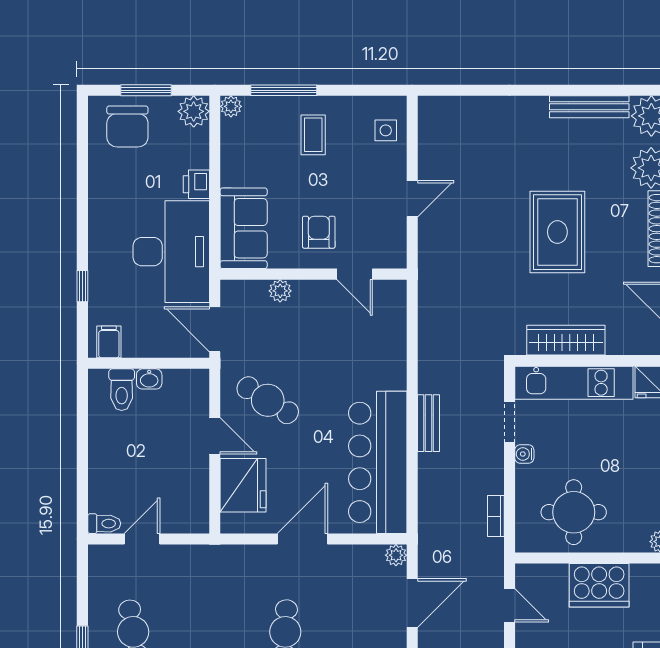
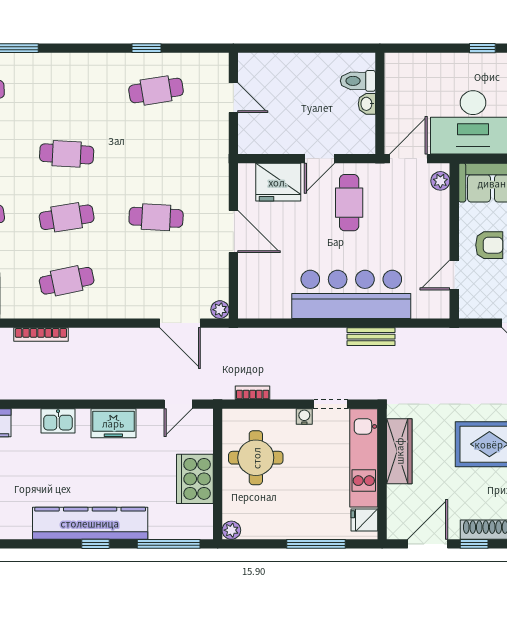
window: (82, 286) -> (482, 48), moved
plant: (280, 291) -> (440, 181), moved
filing cabinet: (109, 342) -> (398, 70), removed
cafe table: (268, 400) -> (349, 203), turned -32
bench: (428, 423) -> (371, 337), moved
bar counter: (378, 462) -> (351, 294), moved
toilet: (104, 524) -> (246, 66), removed

